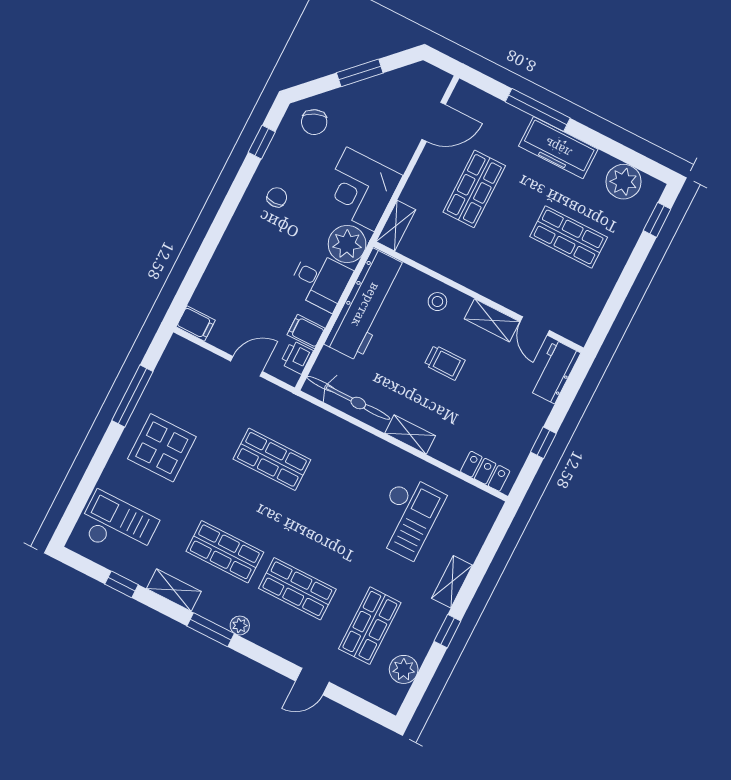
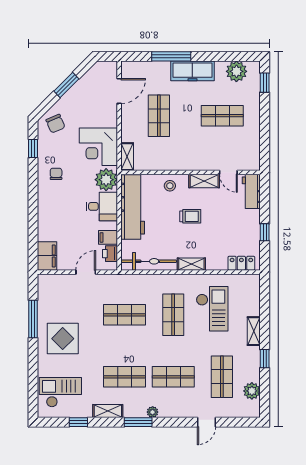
filing cabinet: (196, 324) -> (47, 256), width x2.00
shop shelf: (344, 496) -> (173, 315), added

